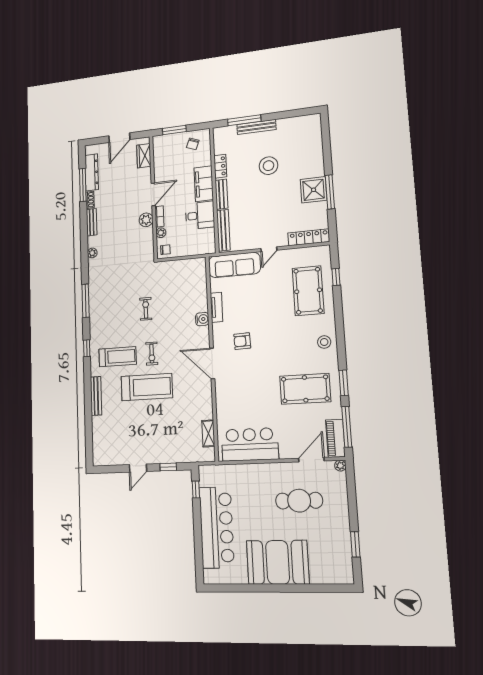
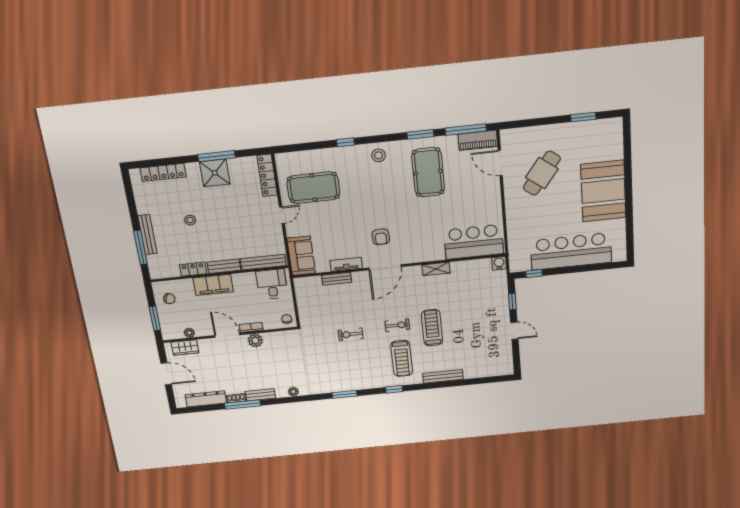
locker: (316, 143) -> (163, 173), added
stool: (269, 166) -> (190, 220), width x0.53, depth x0.53
window: (83, 185) -> (243, 405), moved
desk: (200, 215) -> (272, 284), moved
plant: (161, 233) -> (189, 333), moved
door: (269, 249) -> (282, 215), hinge flipped
sofa: (234, 265) -> (301, 256), width x0.73
window: (336, 277) -> (346, 142), moved
pool table: (308, 291) -> (313, 188), moved
bench: (203, 298) -> (337, 279), added
window: (86, 301) -> (345, 394), width x0.69
water cooler: (202, 319) -> (499, 263), moved
treadmill: (118, 357) -> (402, 358), turned 180
door: (212, 364) -> (385, 267), moved
treadmill: (147, 387) -> (432, 328), width x0.73, depth x0.73
shelving: (208, 433) -> (436, 269), moved
bar counter: (250, 445) -> (474, 242), moved, turned 90
plant: (340, 466) -> (505, 134), removed
cafe table: (299, 501) -> (542, 173), turned 37

